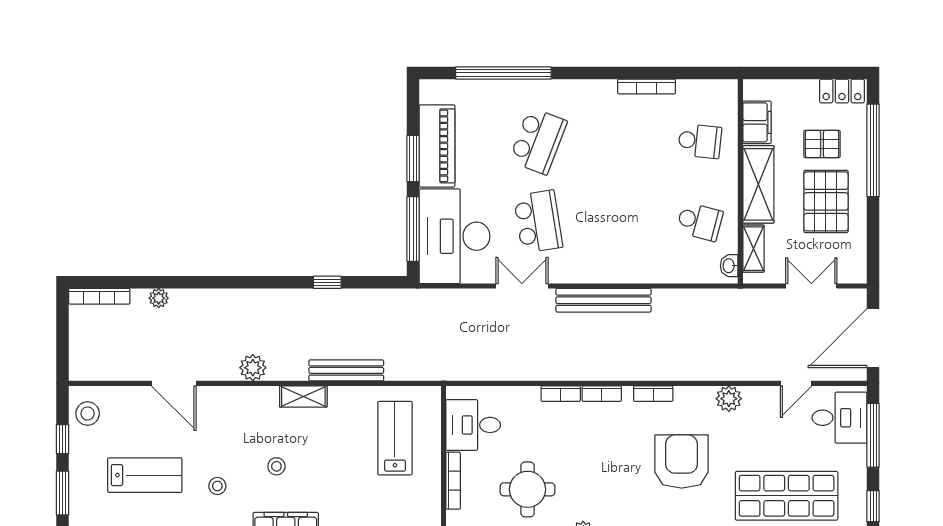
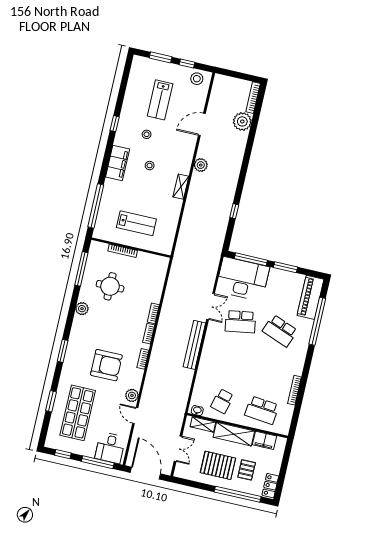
school desk: (700, 141) -> (262, 410), width x1.85
piano: (437, 146) -> (310, 297), moved, turned 90
plant: (159, 298) -> (242, 121), width x1.87, depth x1.87
bench: (346, 370) -> (189, 211), removed
door: (796, 383) -> (135, 416), moved
desk: (473, 425) -> (148, 267), removed
lab bench: (395, 438) -> (136, 223), moved

